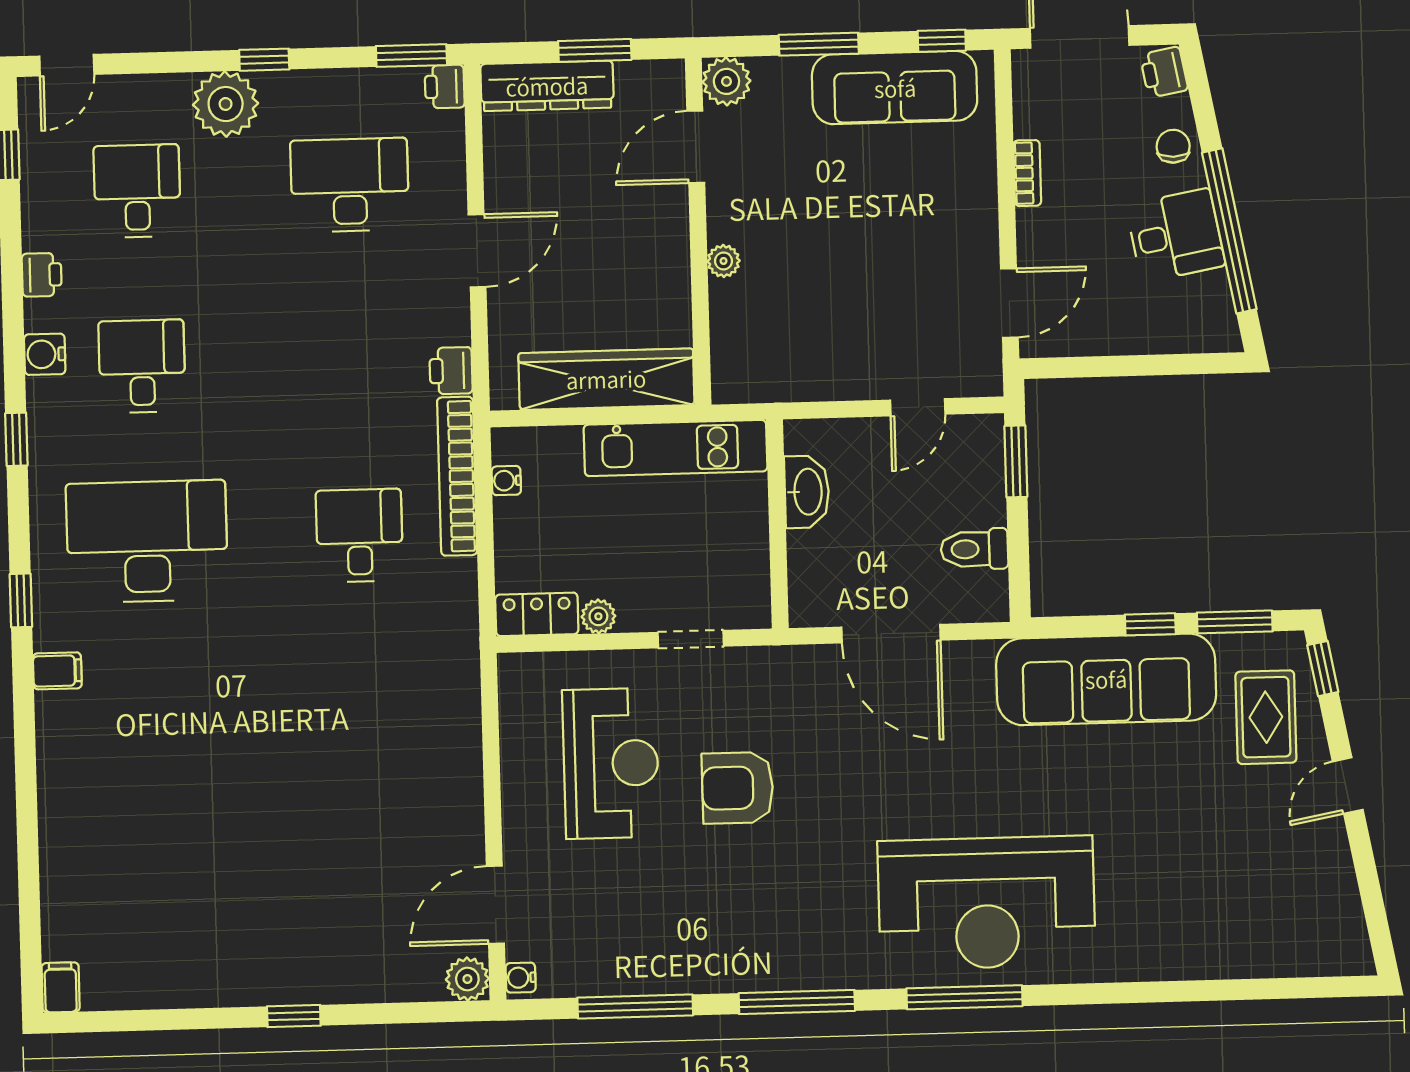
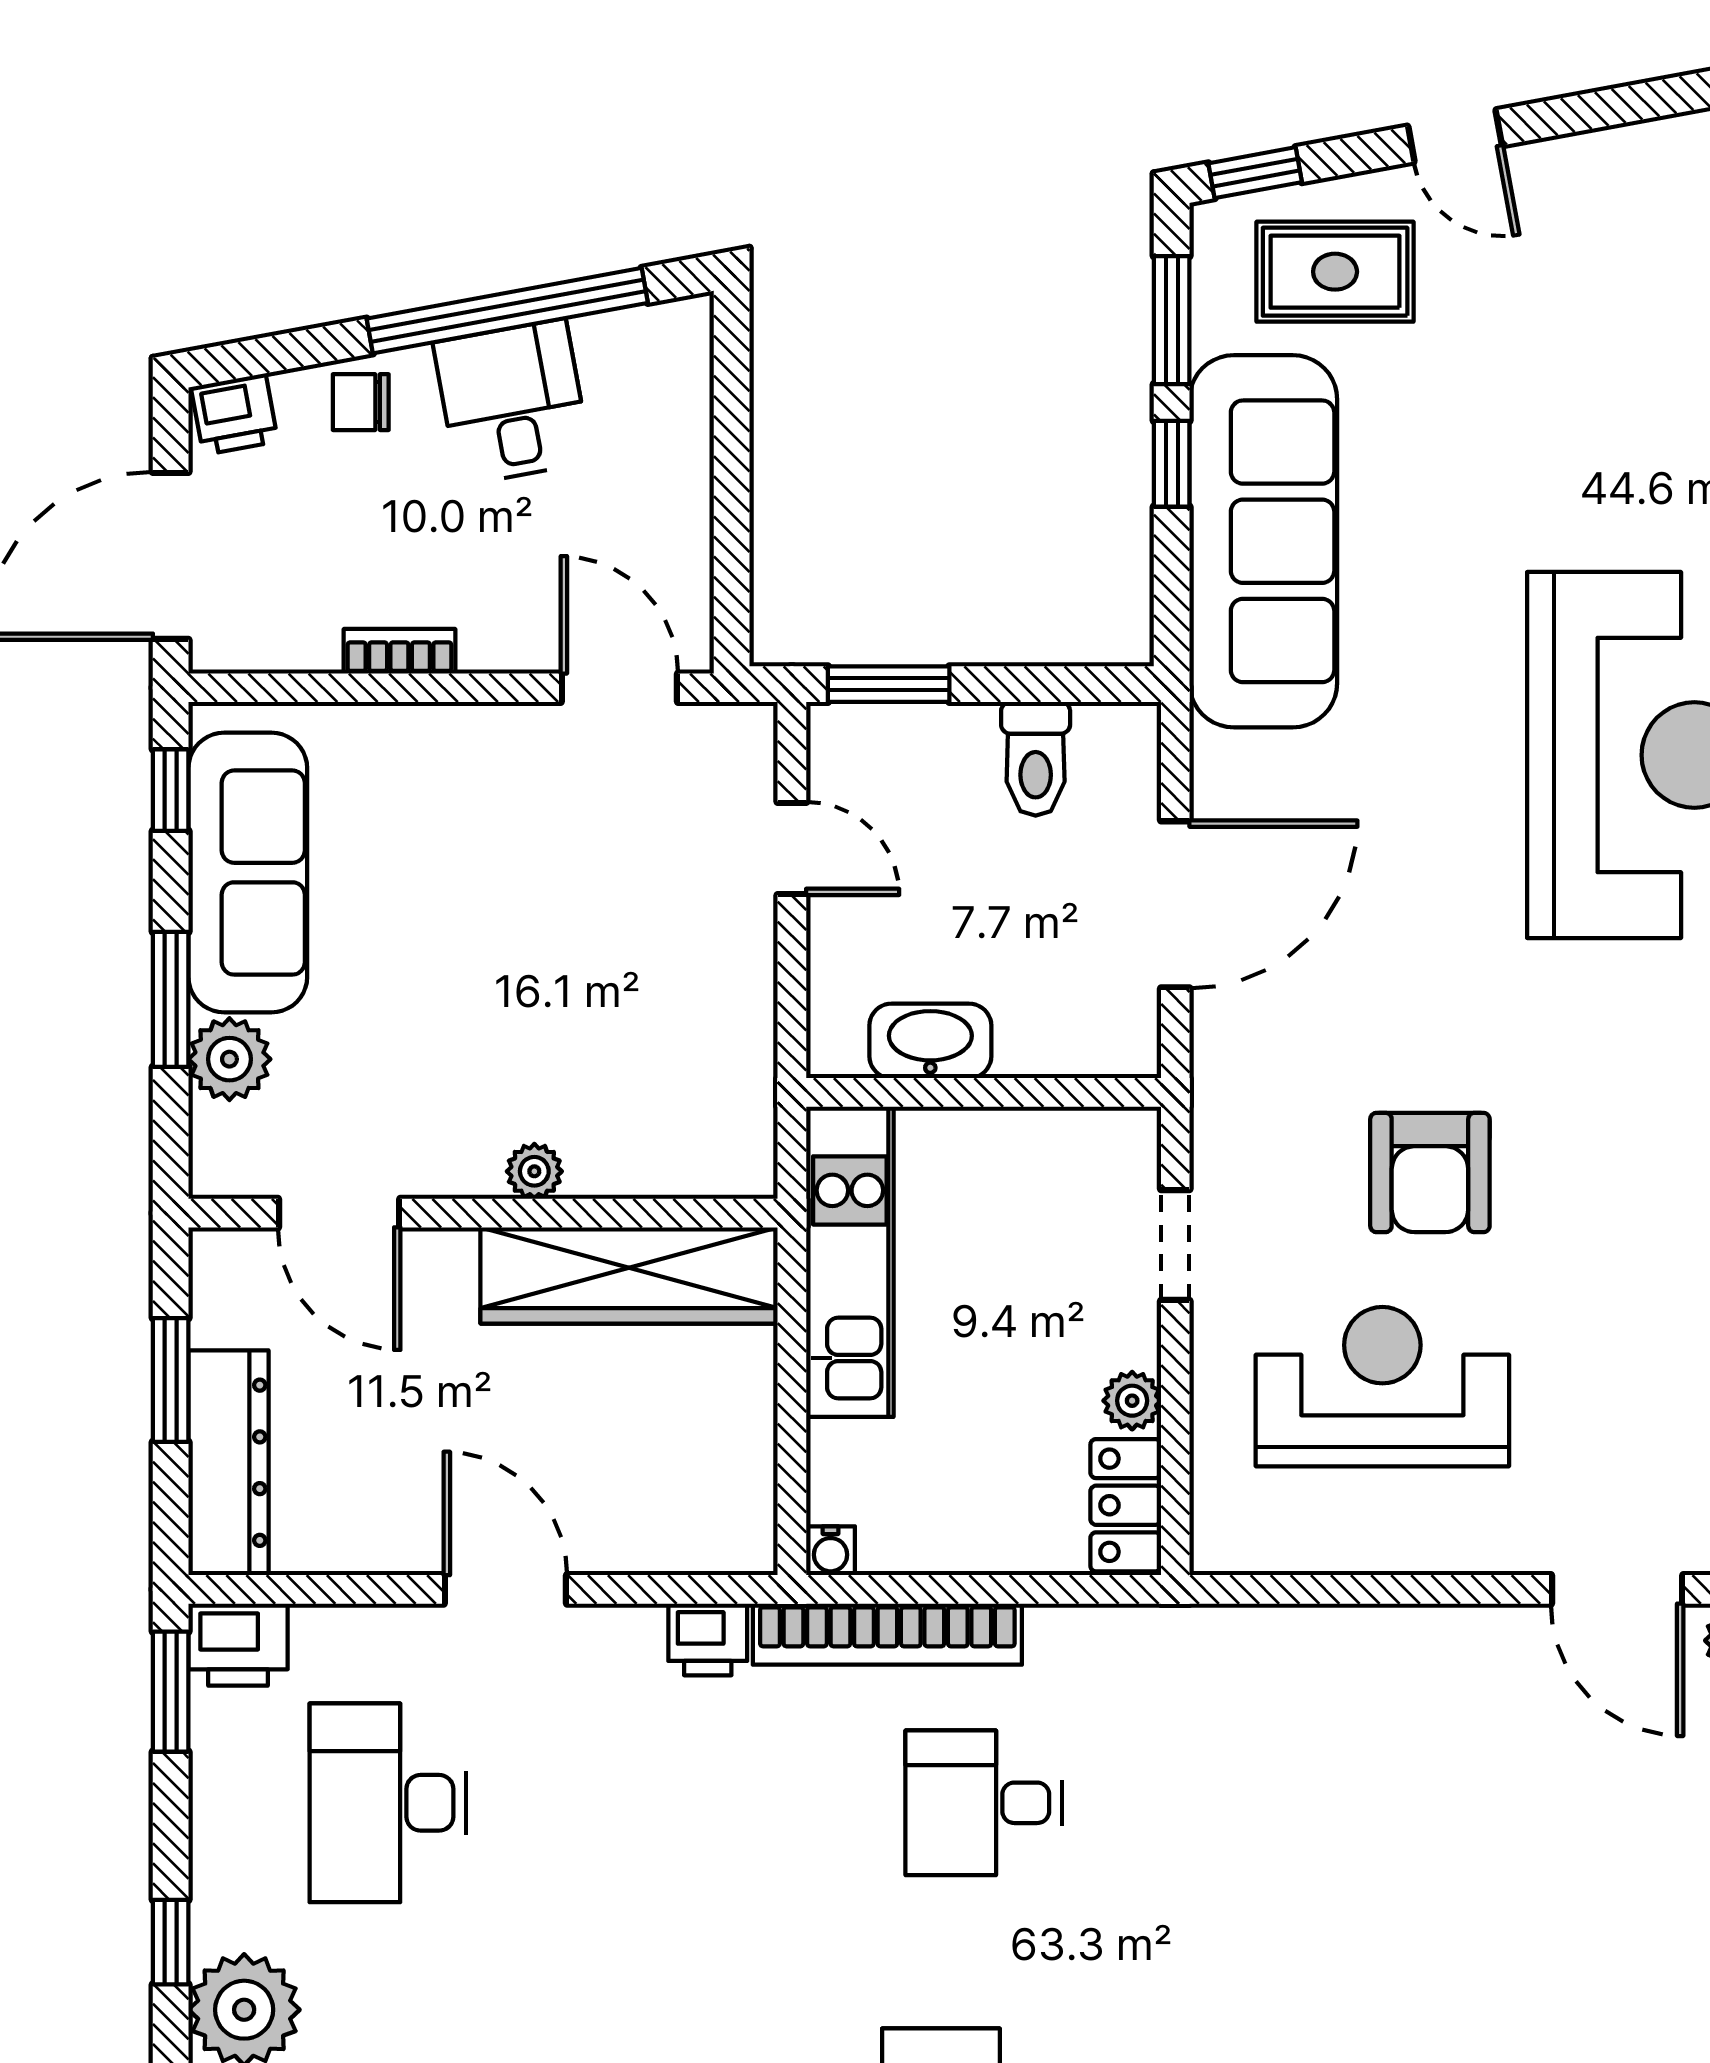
plant: (726, 81) -> (229, 1059), moved
printer: (445, 87) -> (238, 1645), width x1.36, depth x1.24
wardrobe: (606, 379) -> (629, 1275), moved, turned -90
water cooler: (506, 481) -> (831, 1551), moved

